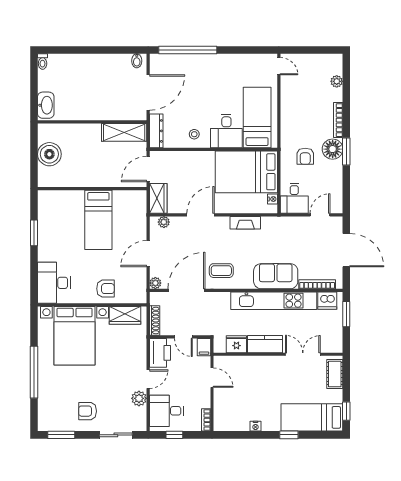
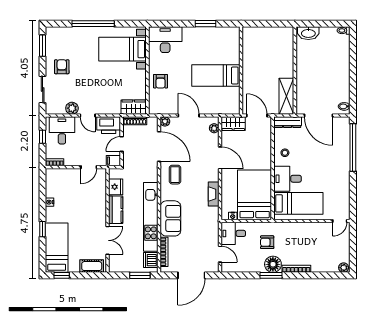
plant: (337, 81) -> (344, 268), moved
boiler: (49, 154) -> (269, 36), removed
wardrobe: (125, 315) -> (134, 107), moved, turned 90
bed with nightstands: (75, 336) -> (122, 49), width x0.73

